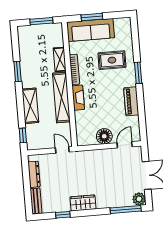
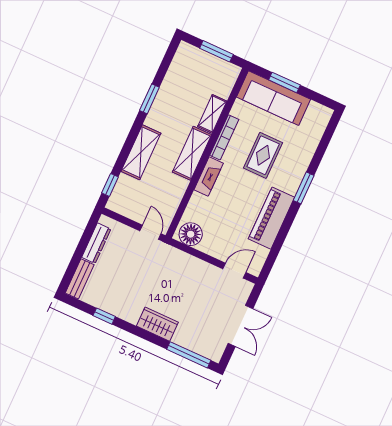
rug: (112, 60) -> (263, 155), moved, turned 90
shelving: (61, 97) -> (192, 153), width x0.68
piano: (131, 101) -> (271, 218), width x1.37, depth x1.33
floor lamp: (104, 136) -> (191, 234), moved
plant: (139, 199) -> (214, 351), removed
wardrobe: (83, 203) -> (157, 324), moved

